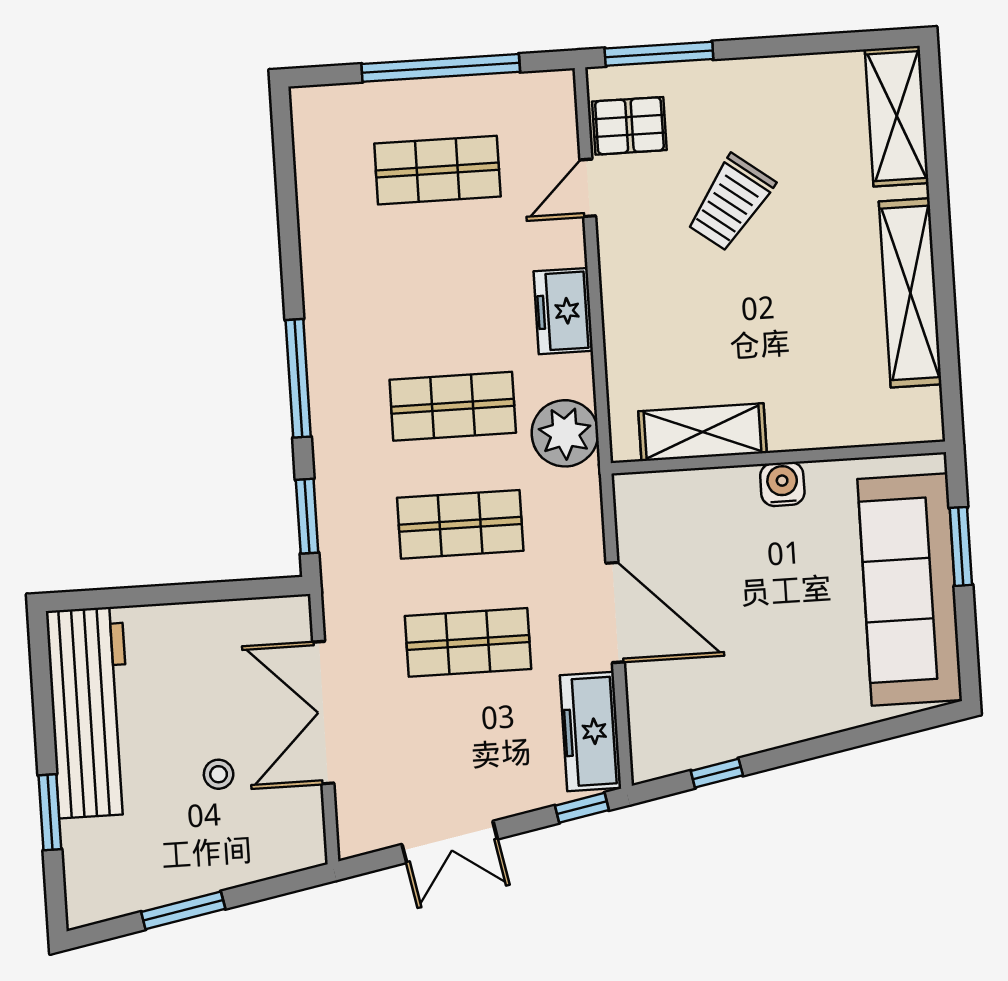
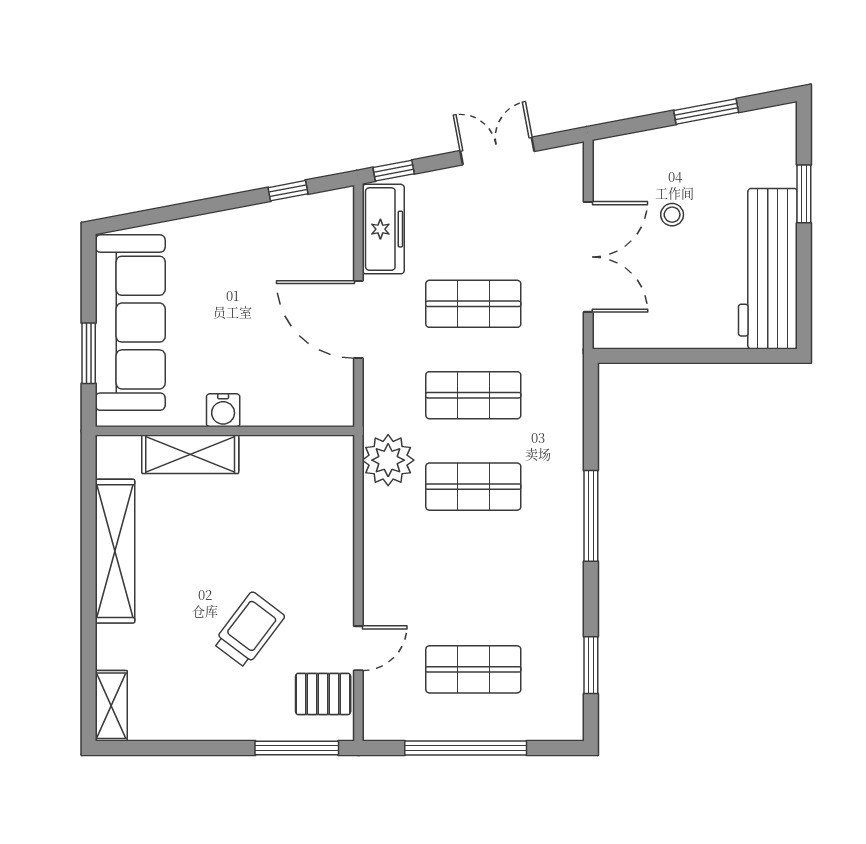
shelving: (897, 116) -> (111, 706), width x0.67, depth x0.75
freezer: (563, 311) -> (383, 554), removed
shelving: (703, 432) -> (190, 454), moved
window: (307, 516) -> (591, 665), moved

